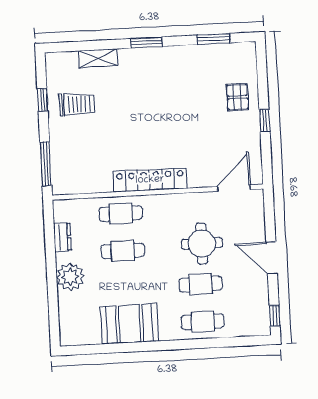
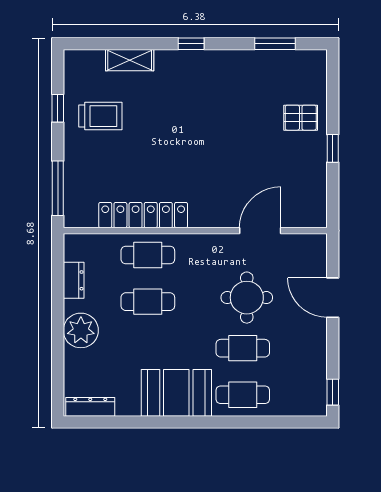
window: (147, 43) -> (191, 44), width x0.67
pallet: (237, 97) -> (301, 118), turned 90
locker: (150, 180) -> (143, 215), moved
door: (234, 188) -> (260, 231), moved
door: (272, 258) -> (333, 298), moved
booth: (130, 324) -> (176, 393), moved
dresser: (81, 338) -> (90, 407), added

